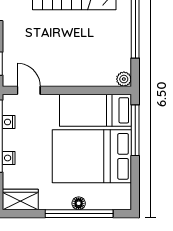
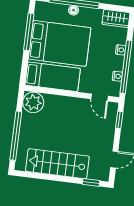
plant: (124, 79) -> (33, 102), width x1.87, depth x1.87
window: (135, 130) -> (29, 32), moved

